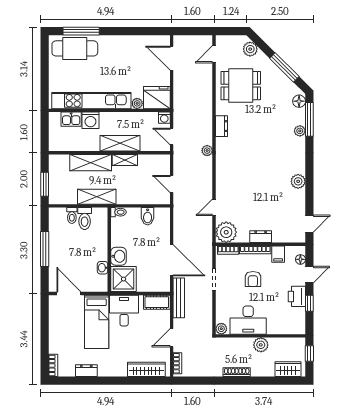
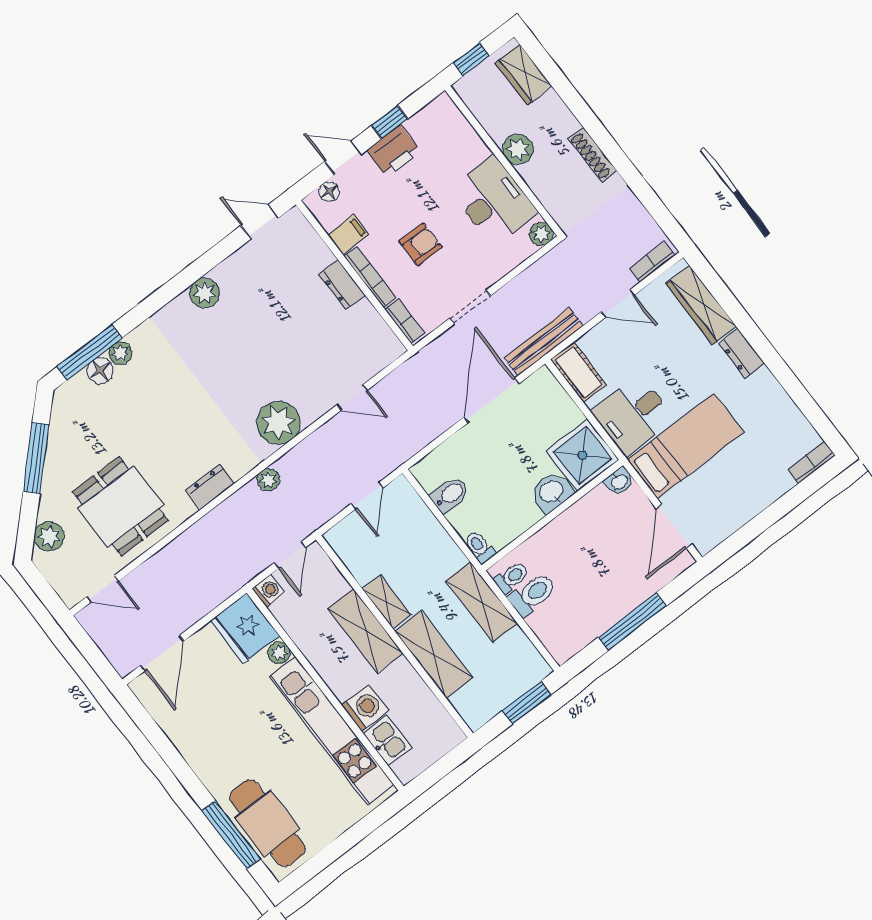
floor lamp: (299, 101) -> (100, 371), moved
toilet: (72, 215) -> (512, 578), moved
plant: (226, 232) -> (278, 423), moved
washbasin: (103, 268) -> (619, 481), moved
dresser: (86, 371) -> (742, 353), moved

